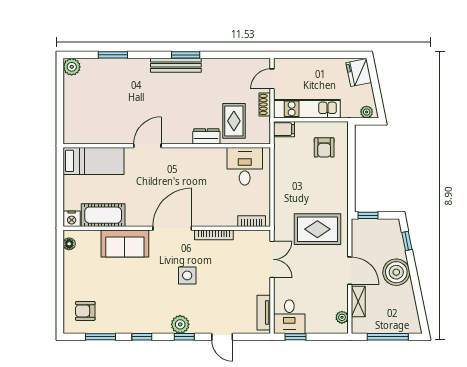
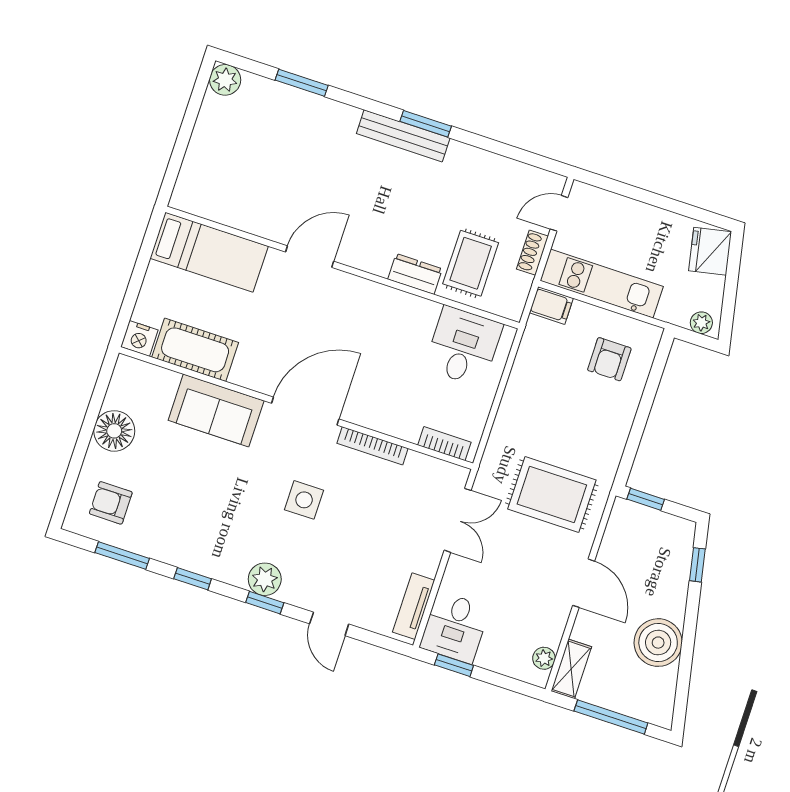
floor lamp: (69, 244) -> (114, 431), moved, width x1.89, depth x1.89
boiler: (396, 272) -> (658, 643), moved
shelving: (358, 301) -> (571, 669), moved

